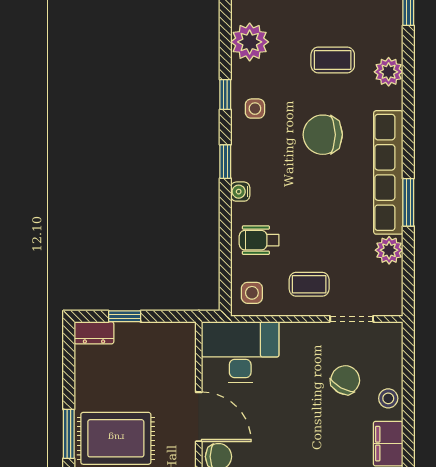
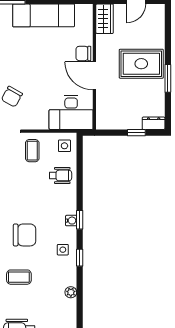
plant: (250, 42) -> (71, 292), width x0.53, depth x0.53
water cooler: (240, 192) -> (71, 221), moved
coffee table: (309, 284) -> (32, 151), turned 90
window: (69, 434) -> (168, 78), moved

